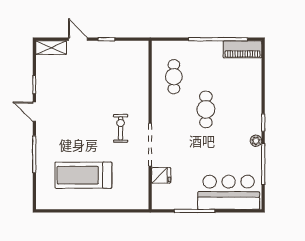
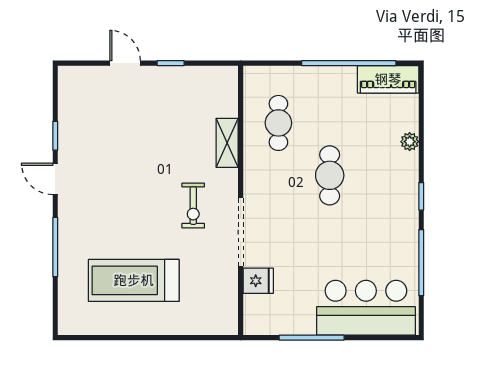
shelving: (51, 48) -> (227, 143), moved, turned 90
exercise bike: (121, 128) -> (193, 206), turned 180
plant: (256, 141) -> (410, 142), moved

